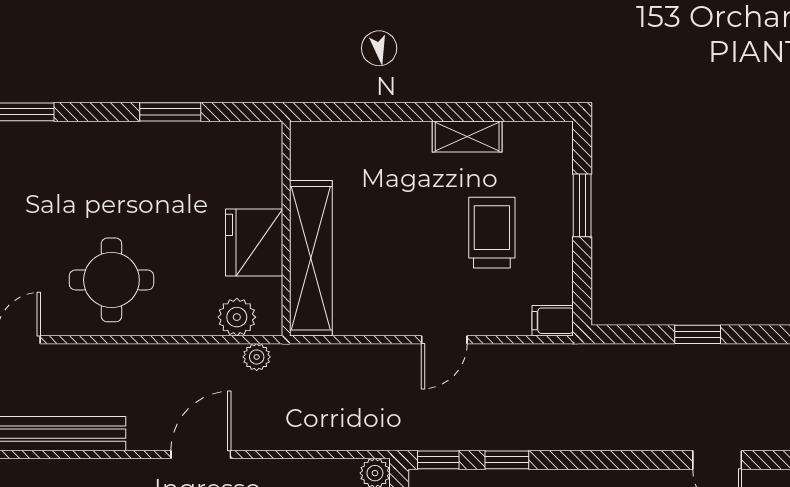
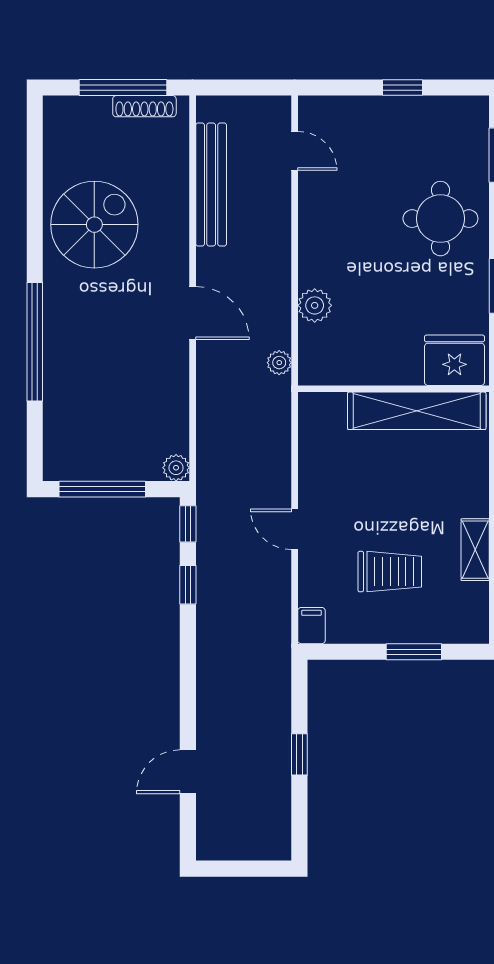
fridge: (254, 242) -> (454, 360), moved
shelving: (311, 258) -> (417, 411), moved
round table: (111, 280) -> (440, 219), moved
plant: (237, 317) -> (315, 305), moved

